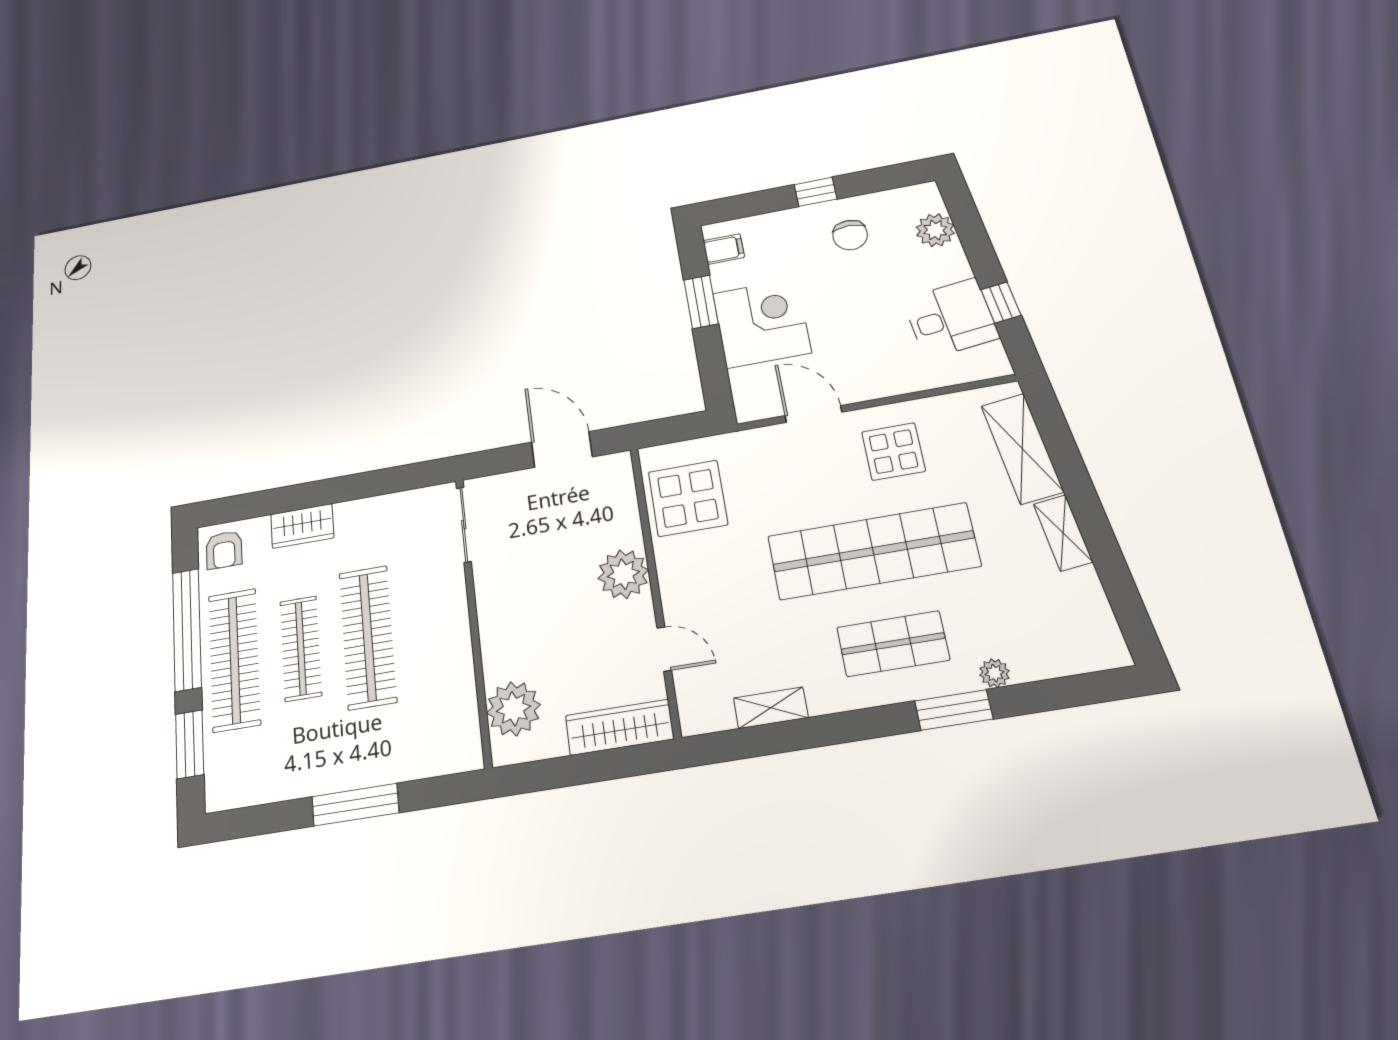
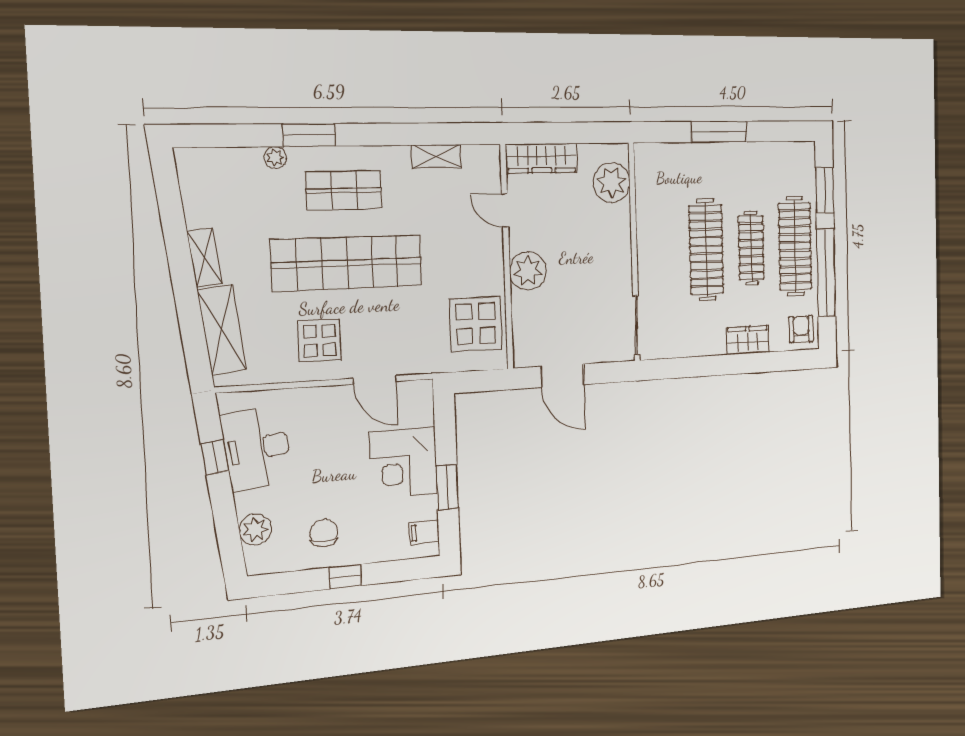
desk: (951, 318) -> (257, 448), width x1.37

